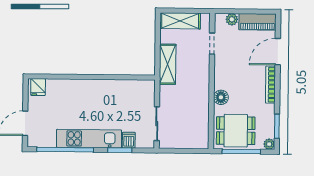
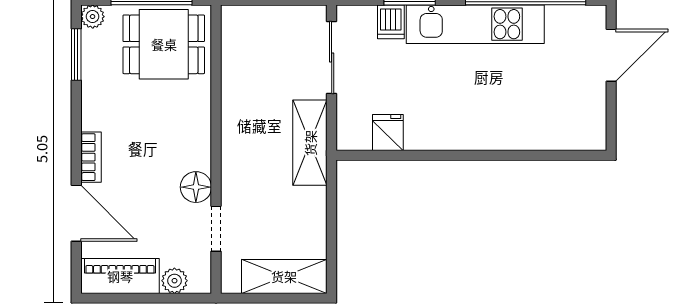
door: (278, 52) -> (76, 213), hinge flipped
shelving: (168, 64) -> (310, 143), moved
bookcase: (270, 85) -> (91, 157), width x0.64
fridge: (38, 87) -> (388, 133), moved
floor lamp: (221, 97) -> (196, 187), moved

